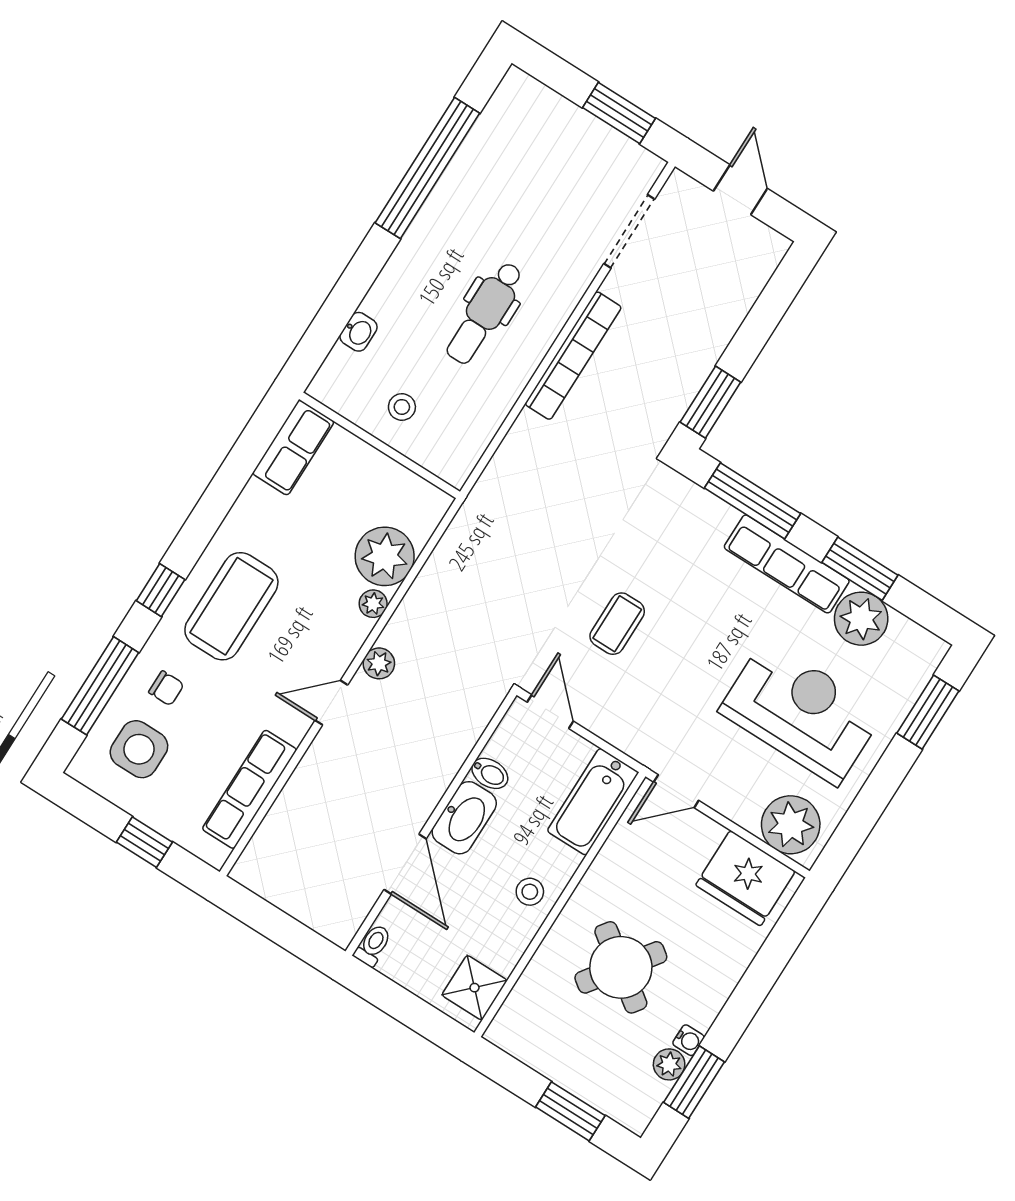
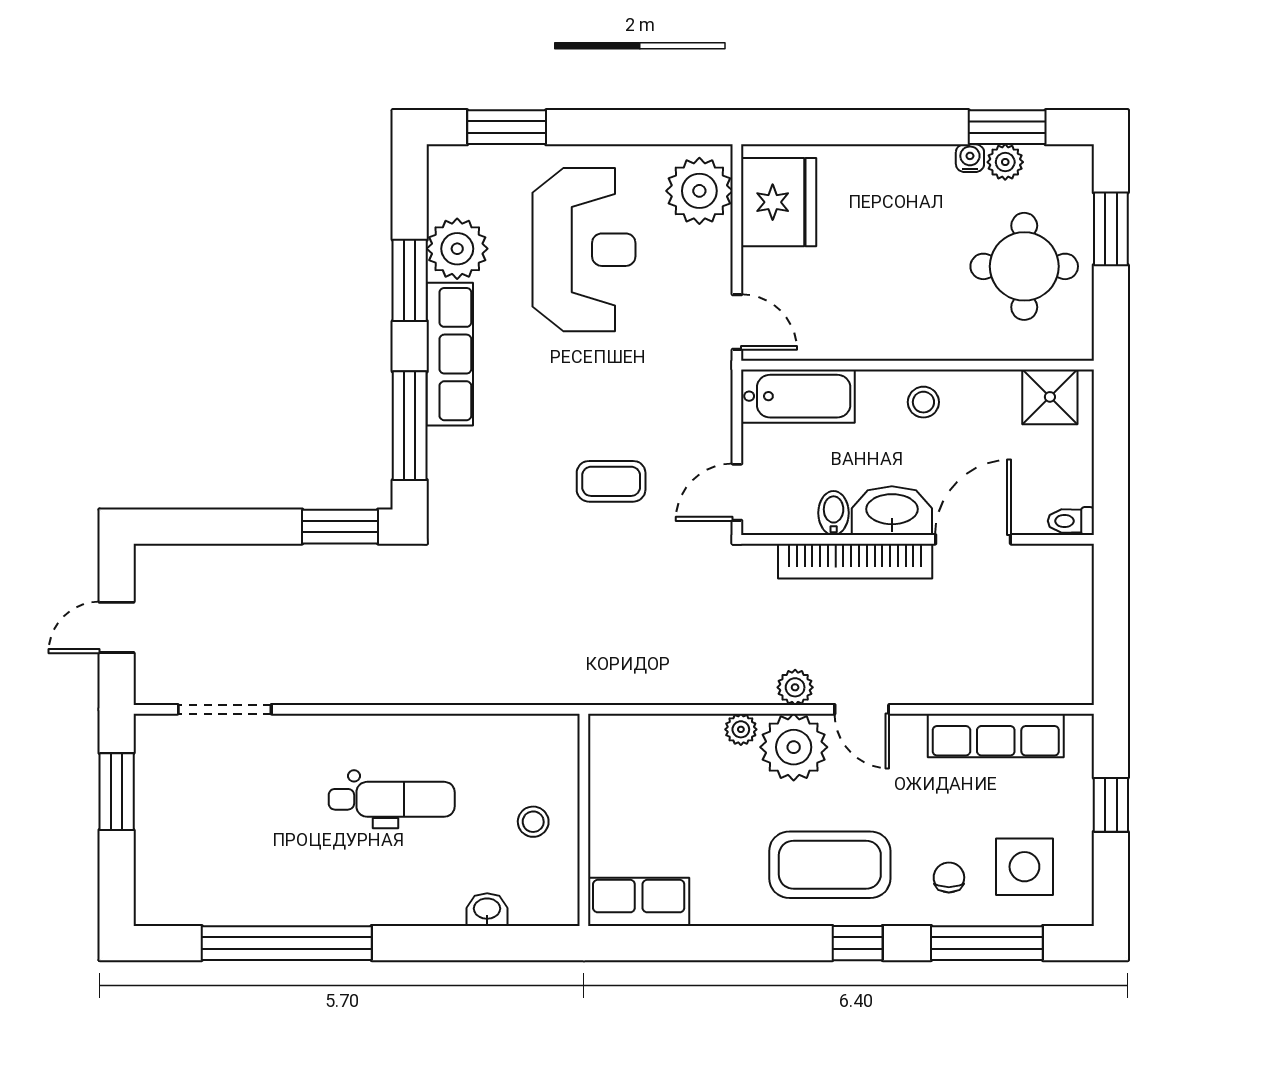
bookcase: (573, 356) -> (855, 561), moved, turned 180
plant: (385, 556) -> (794, 747), moved
reception desk: (801, 712) -> (584, 250), turned 180
round table: (621, 967) -> (1024, 266), moved, turned -36

